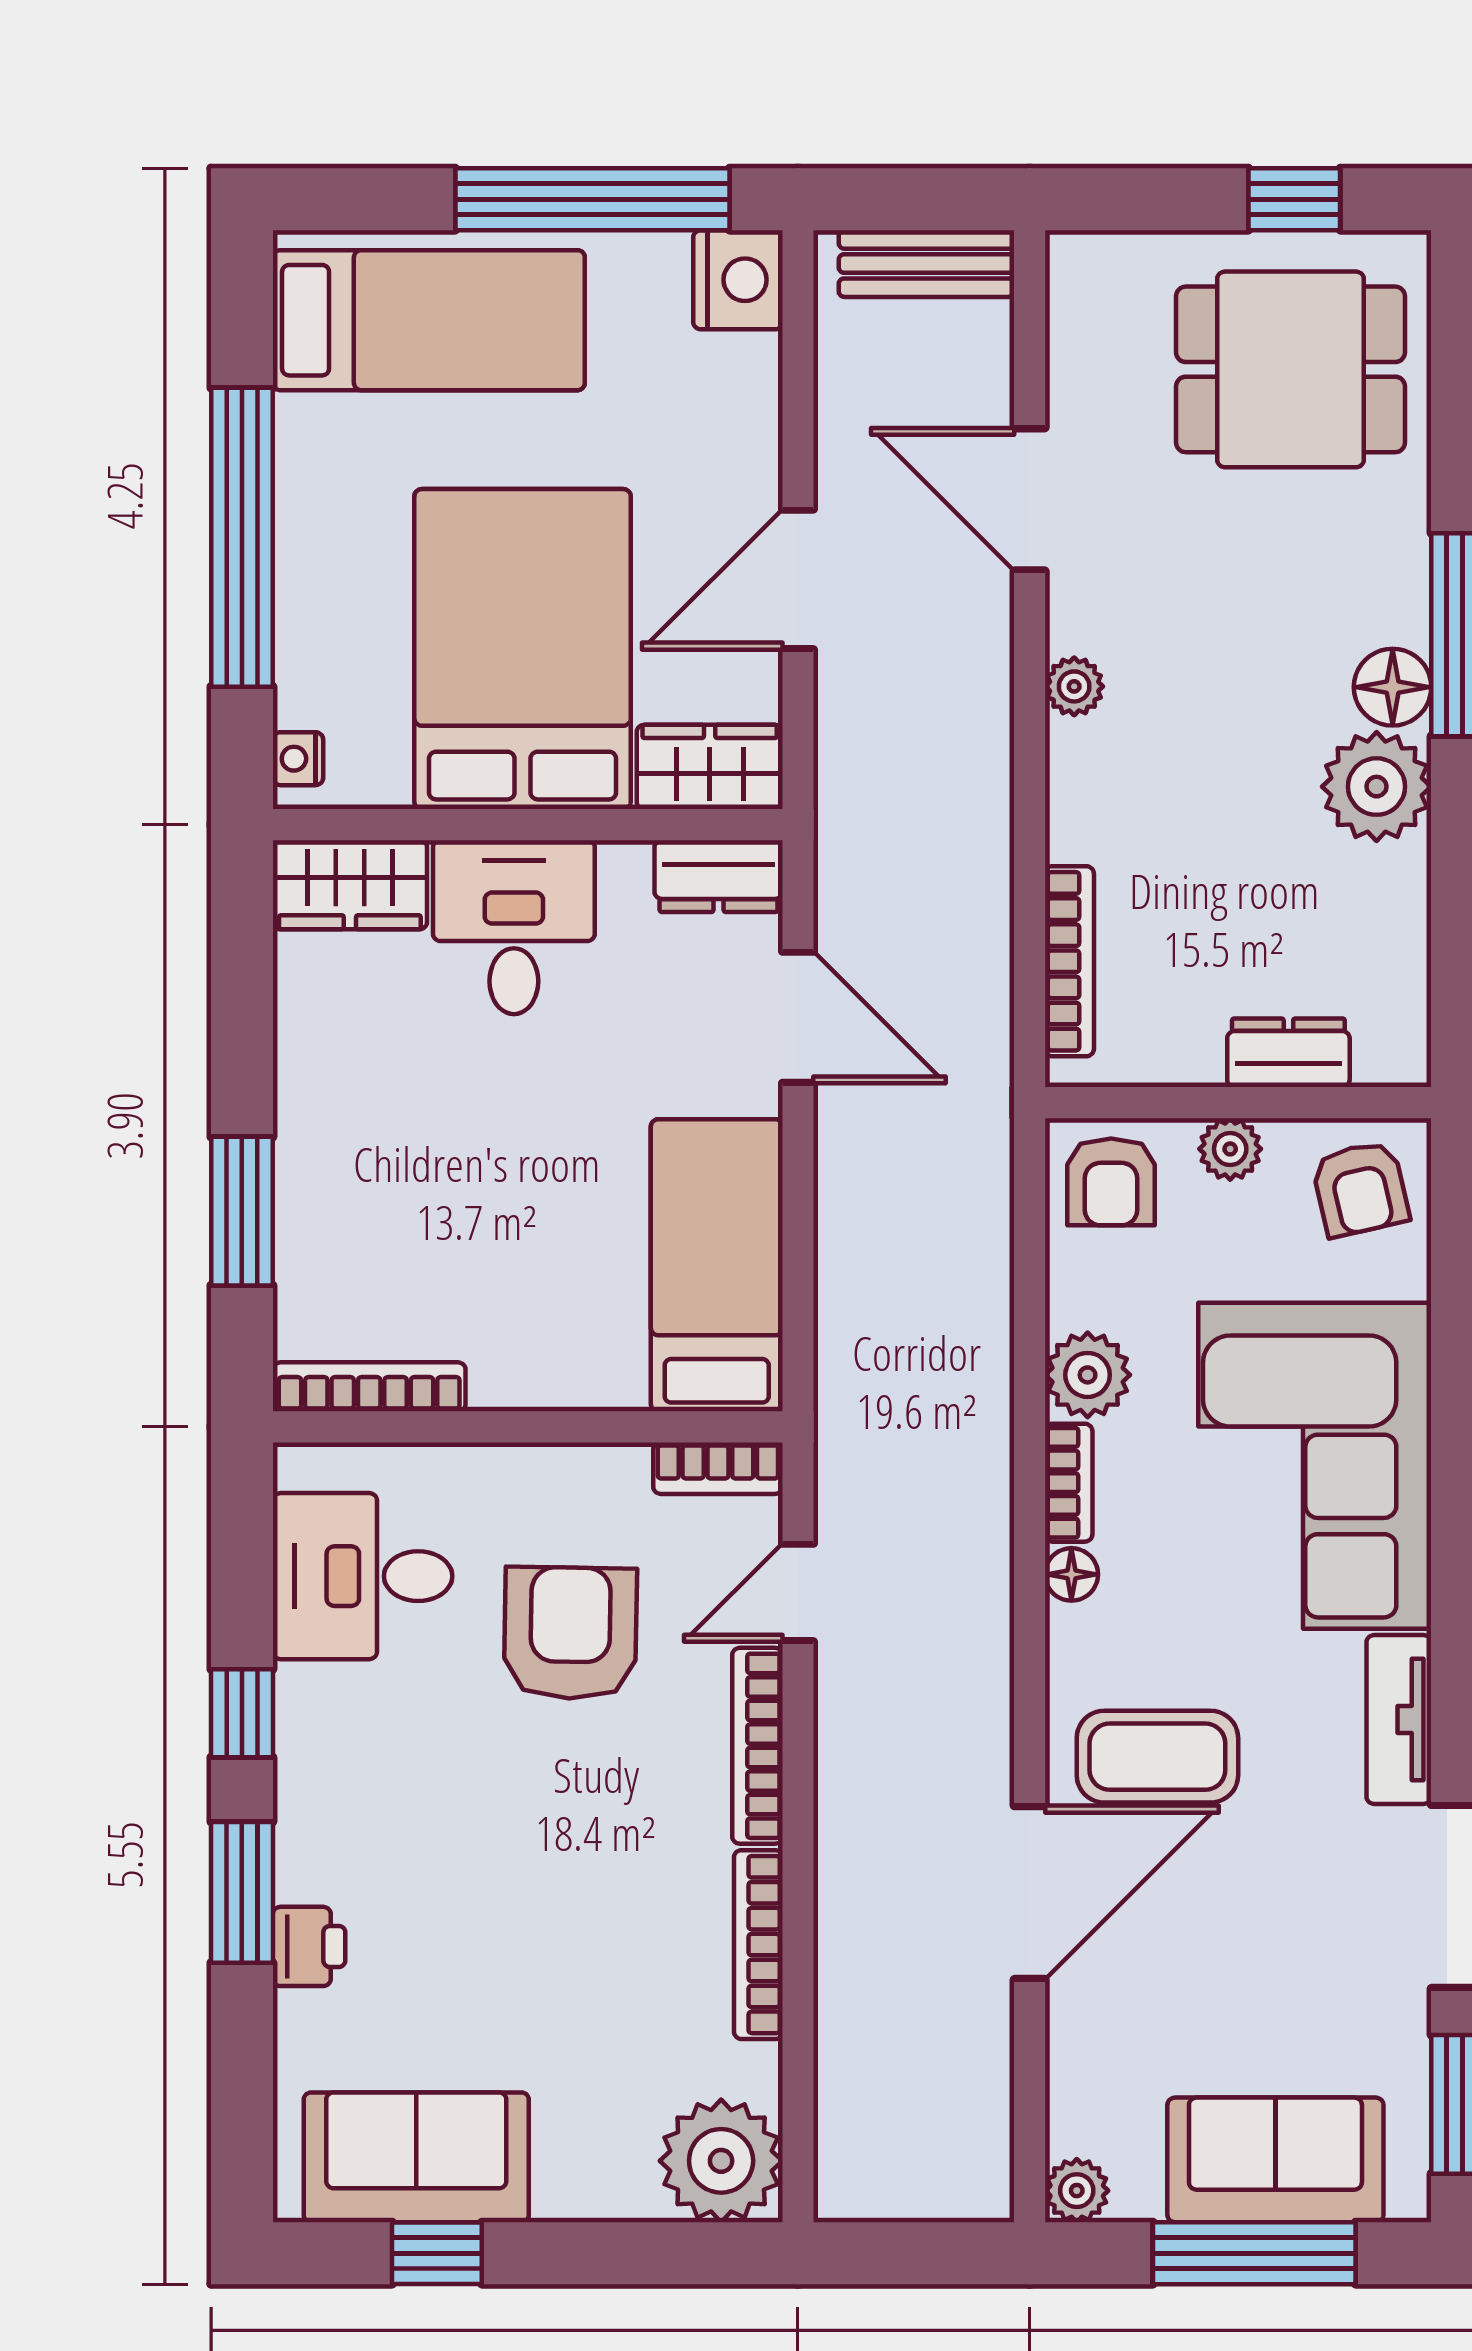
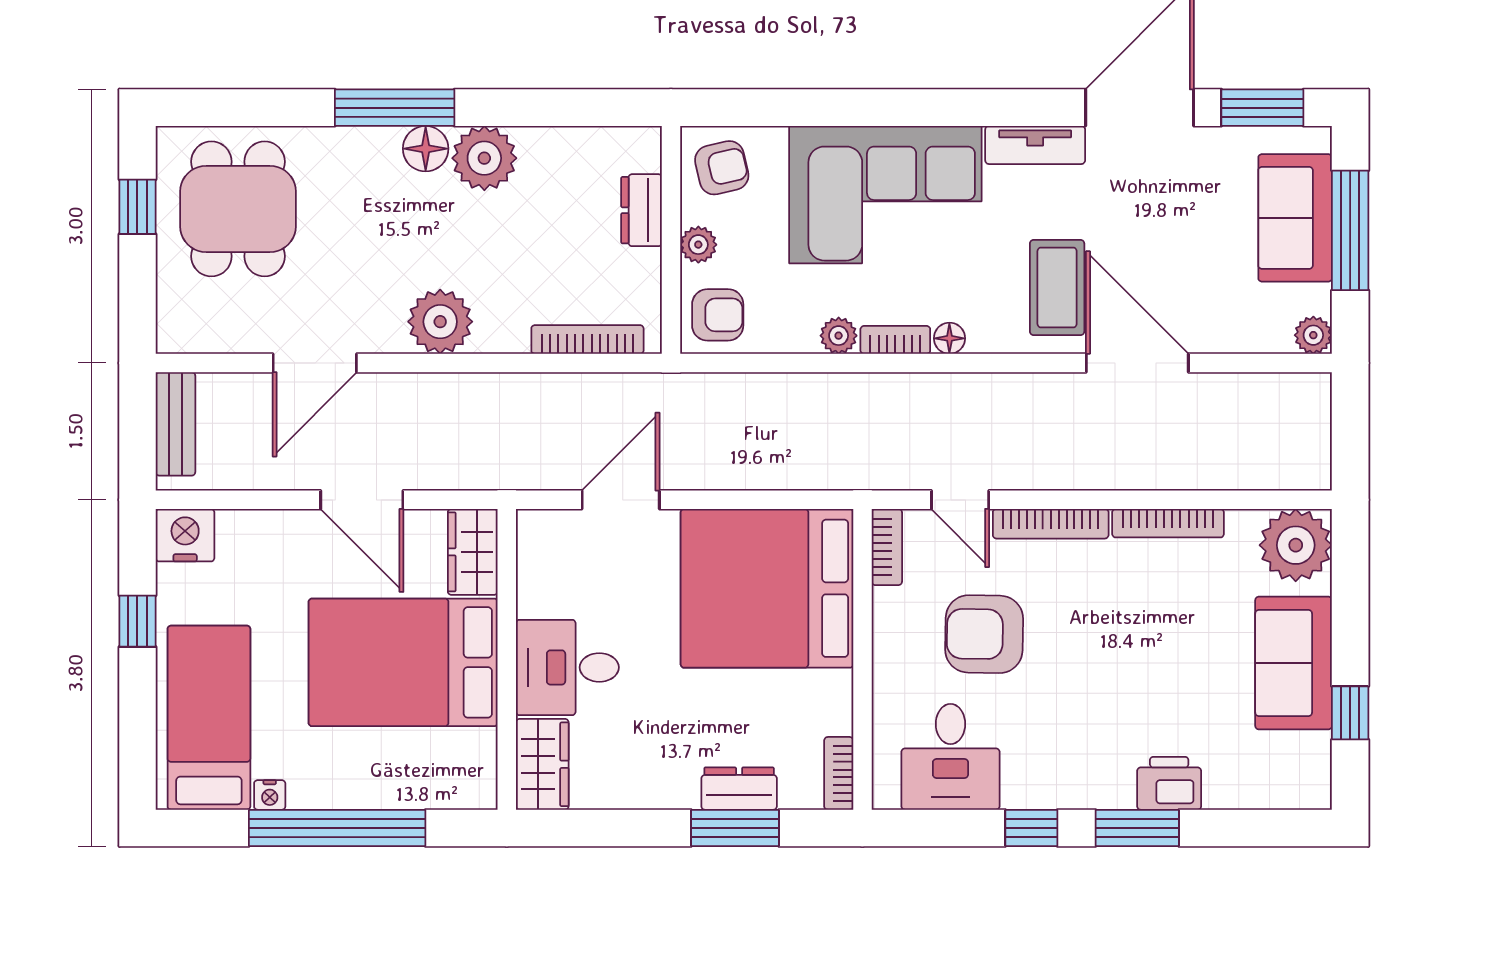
window: (592, 199) -> (137, 621), width x0.32
plant: (1074, 686) -> (440, 322), width x1.88, depth x1.88
nightstand: (298, 759) -> (270, 795), moved
dresser: (719, 876) -> (739, 789), moved, turned -90
bed: (717, 1265) -> (767, 588), width x2.04
plant: (1088, 1375) -> (839, 336), width x0.73, depth x0.73
bookcase: (369, 1387) -> (839, 773), width x0.64
printer: (309, 1946) -> (1169, 783), width x1.36, depth x1.24
sofa: (416, 2157) -> (1294, 663), moved

